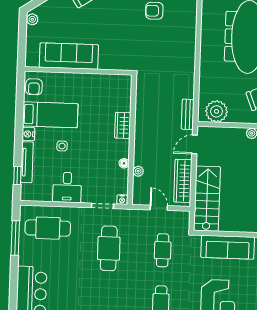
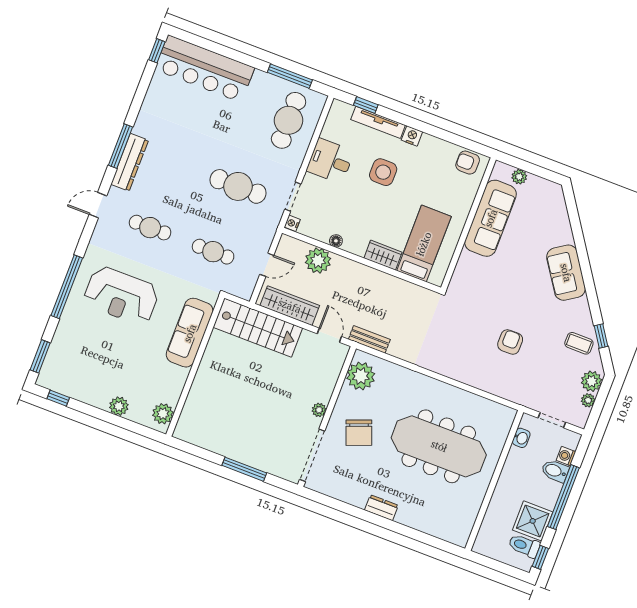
plant: (32, 19) -> (519, 177), moved
bed: (50, 115) -> (424, 244), moved, turned 180
side table: (62, 146) -> (383, 172), width x1.87, depth x1.87
plant: (138, 171) -> (318, 261), width x1.88, depth x1.88

